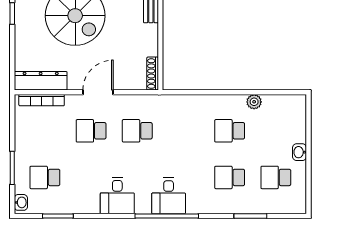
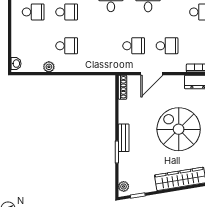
door: (98, 92) -> (152, 74), moved
washbasin: (300, 152) -> (16, 64), moved

